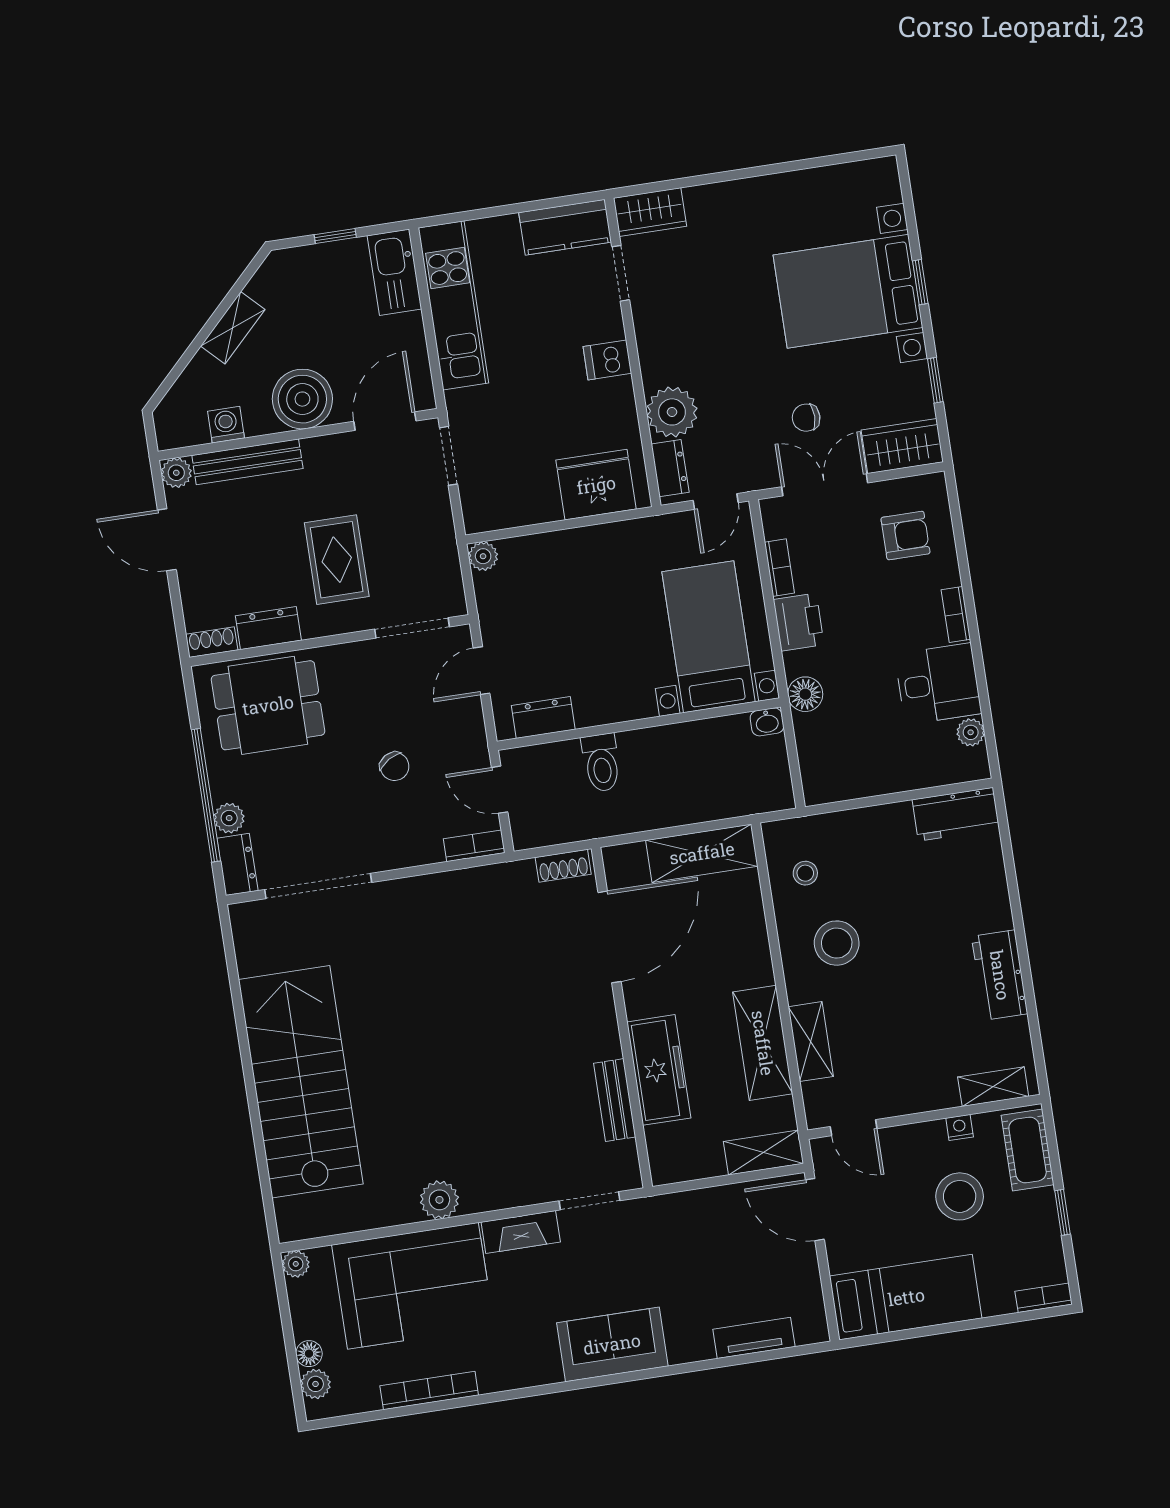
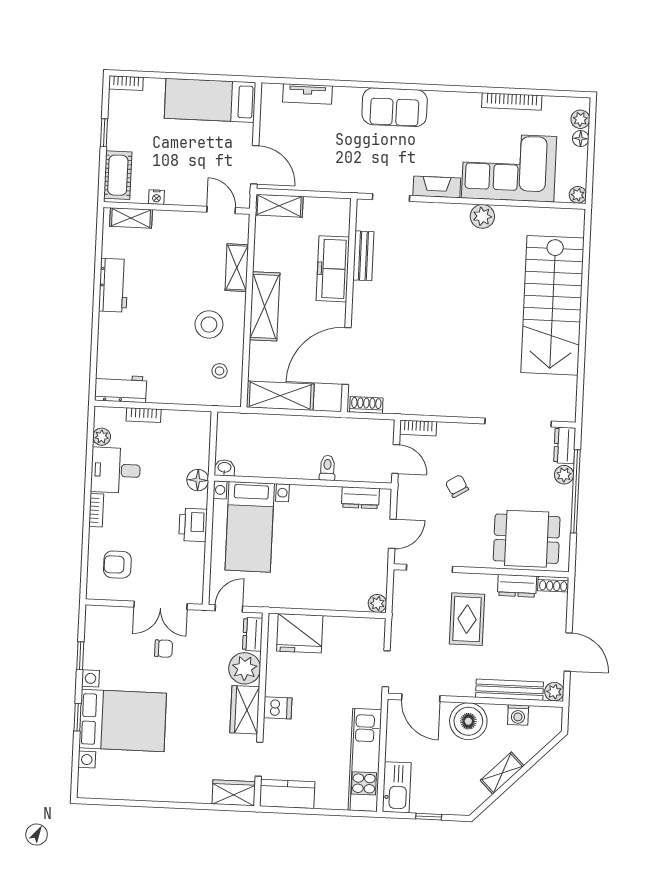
door: (385, 421) -> (421, 698), hinge flipped
wardrobe: (902, 446) -> (245, 710), moved, turned 90
bookcase: (779, 568) -> (144, 415), moved, turned -90
toilet: (601, 763) -> (327, 468), width x0.73, depth x0.72
shelving: (763, 1043) -> (265, 306), moved
stool: (960, 1196) -> (165, 155), removed

